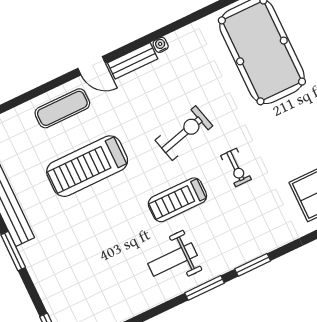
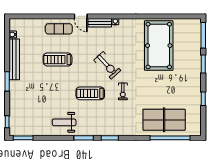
exercise bike: (184, 133) -> (107, 65), turned 62
treadmill: (87, 166) -> (58, 60), width x0.73, depth x0.73
weight bench: (173, 259) -> (64, 122), moved

